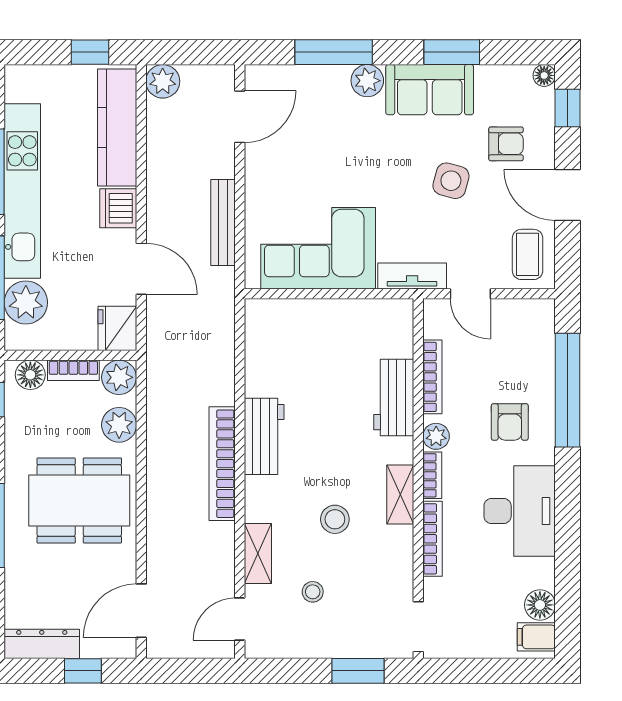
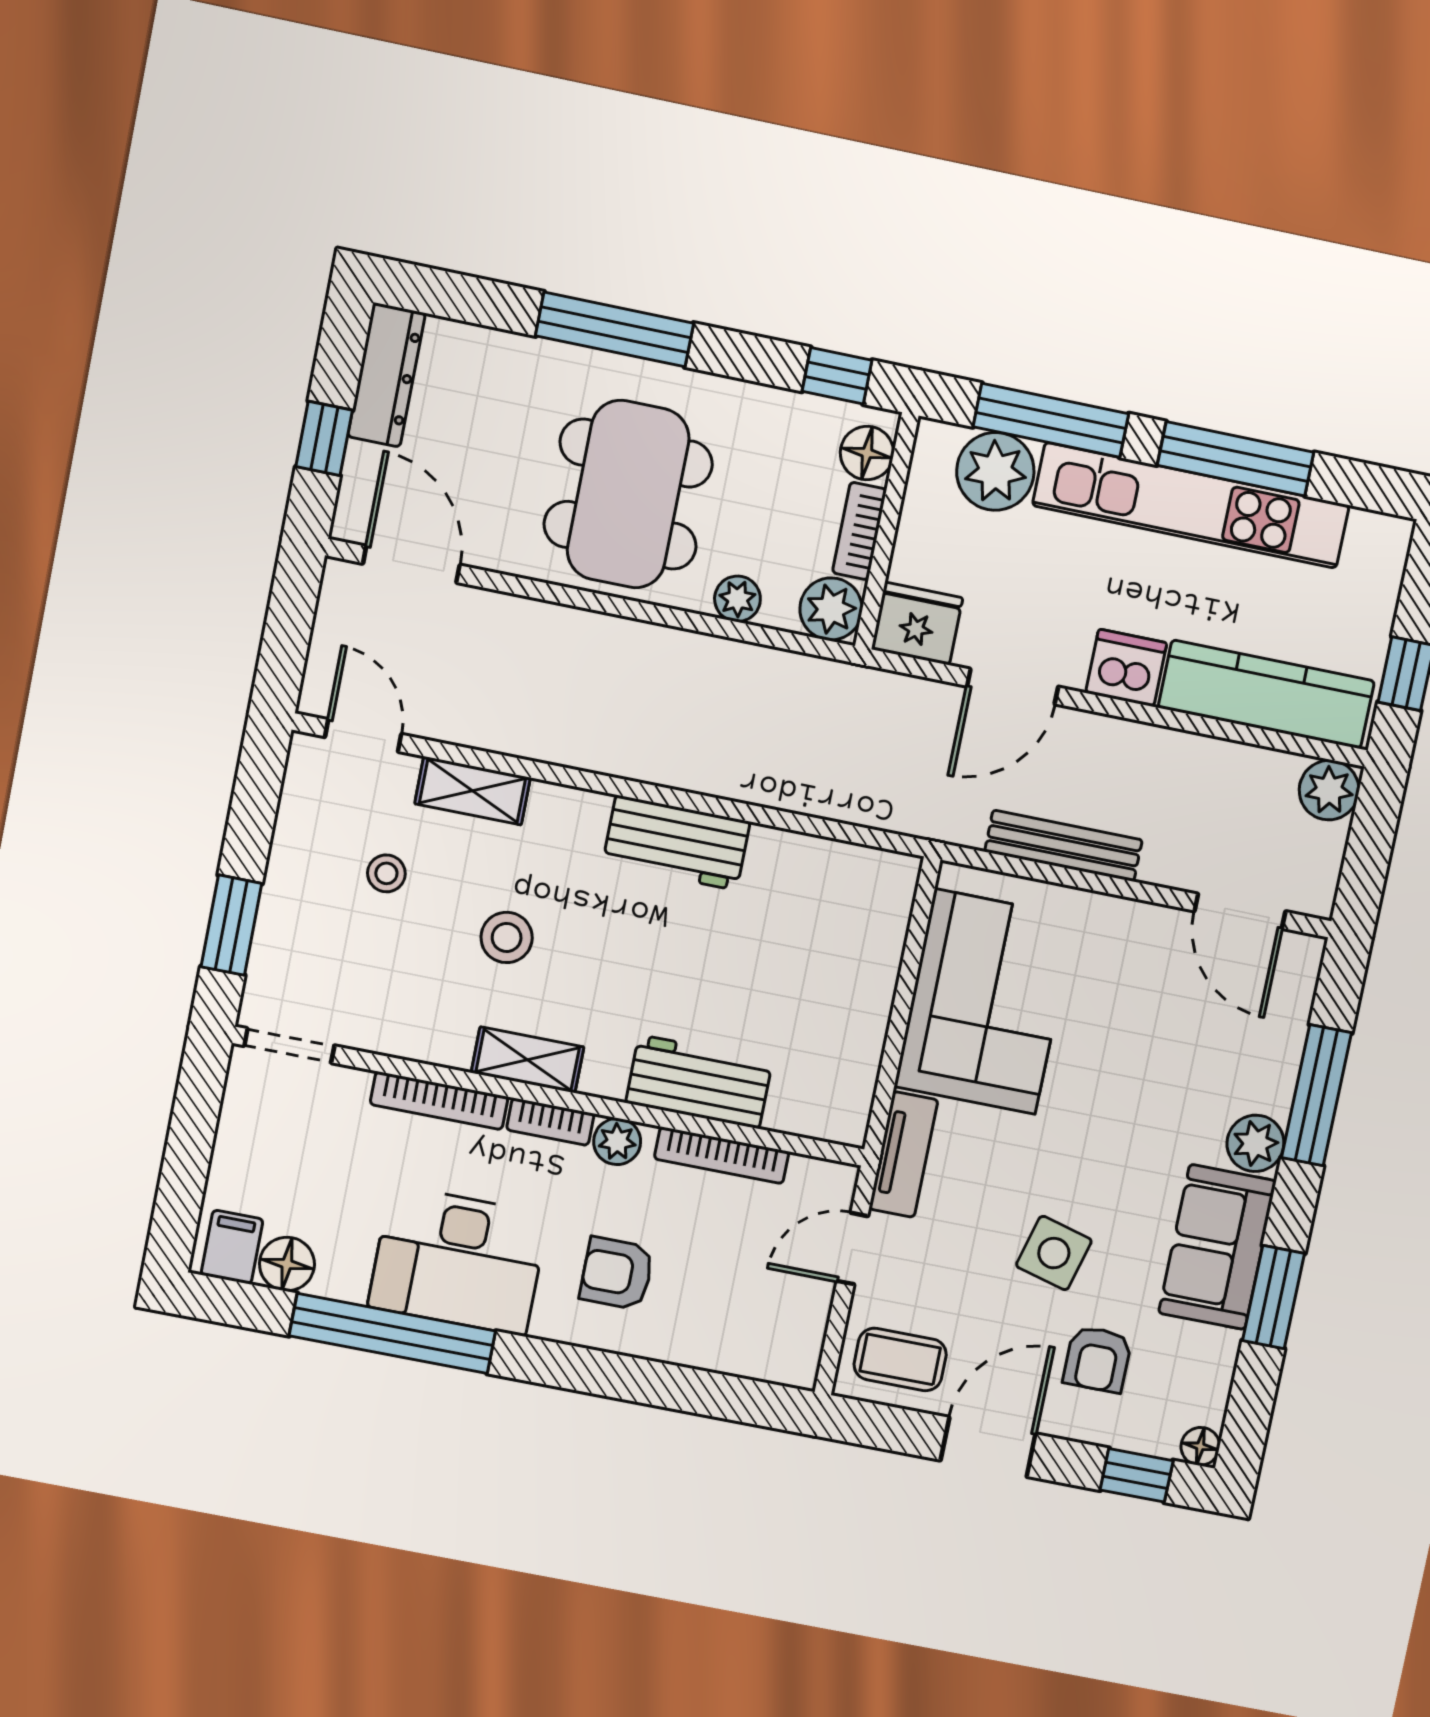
window: (568, 390) -> (392, 1333), moved
plant: (119, 425) -> (737, 599), width x0.73, depth x0.73
bookcase: (222, 464) -> (643, 760), removed

